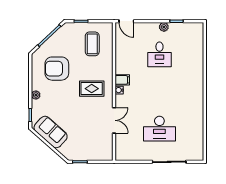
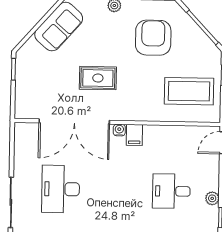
coffee table: (92, 44) -> (189, 91), width x1.36, depth x1.32
rug: (92, 89) -> (98, 78), moved, turned 90
double door: (114, 120) -> (74, 122), width x1.87

